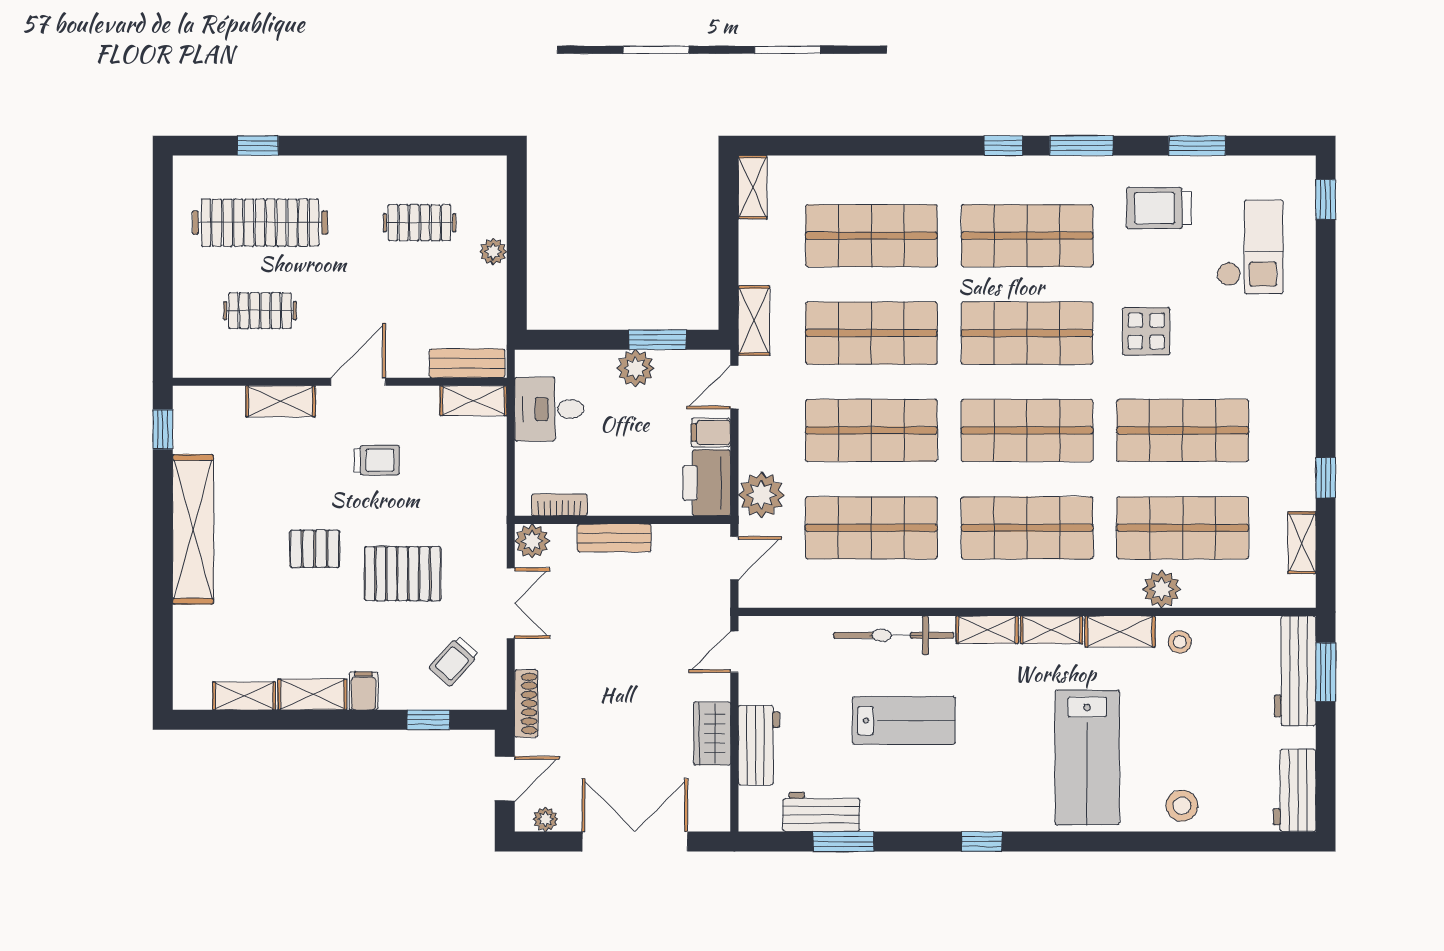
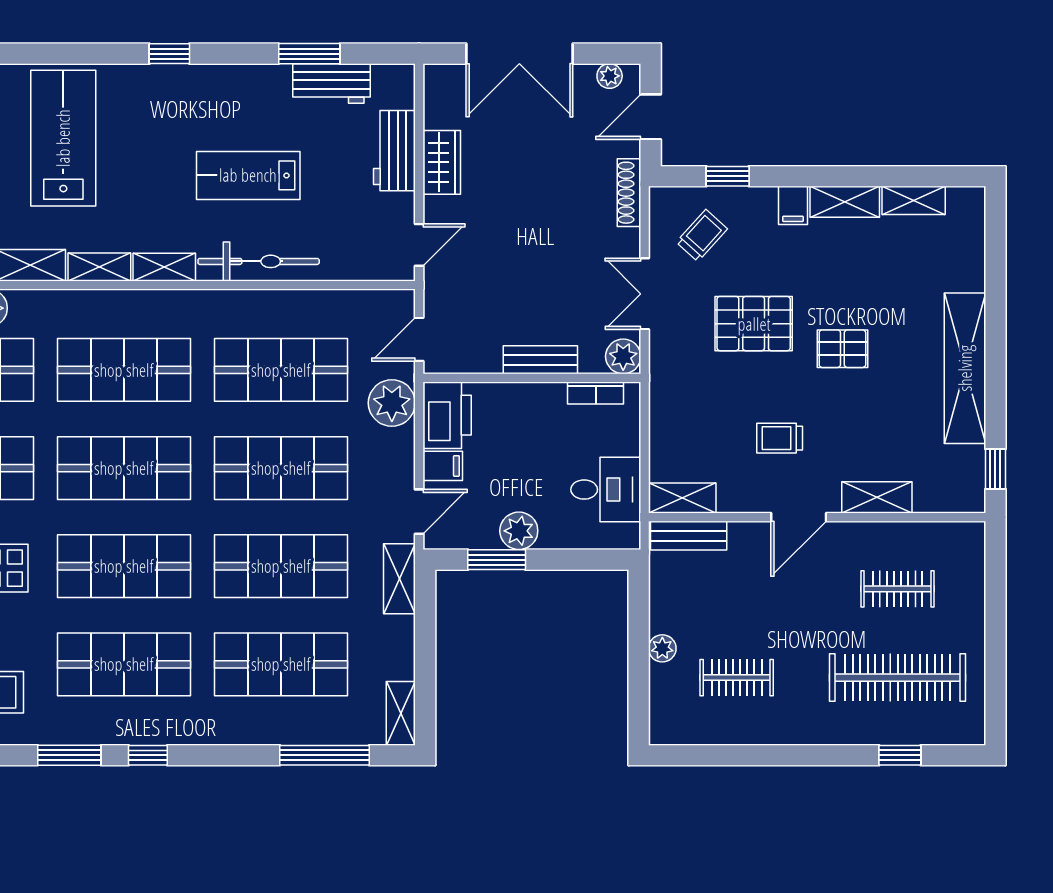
window: (828, 146) -> (325, 755), added

